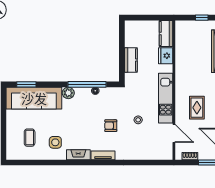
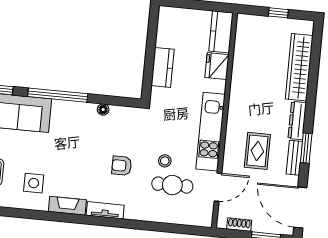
window: (87, 84) -> (58, 95), moved
plant: (68, 93) -> (61, 109), removed
door: (174, 133) -> (218, 187), hinge flipped
cafe table: (145, 135) -> (172, 185), added

